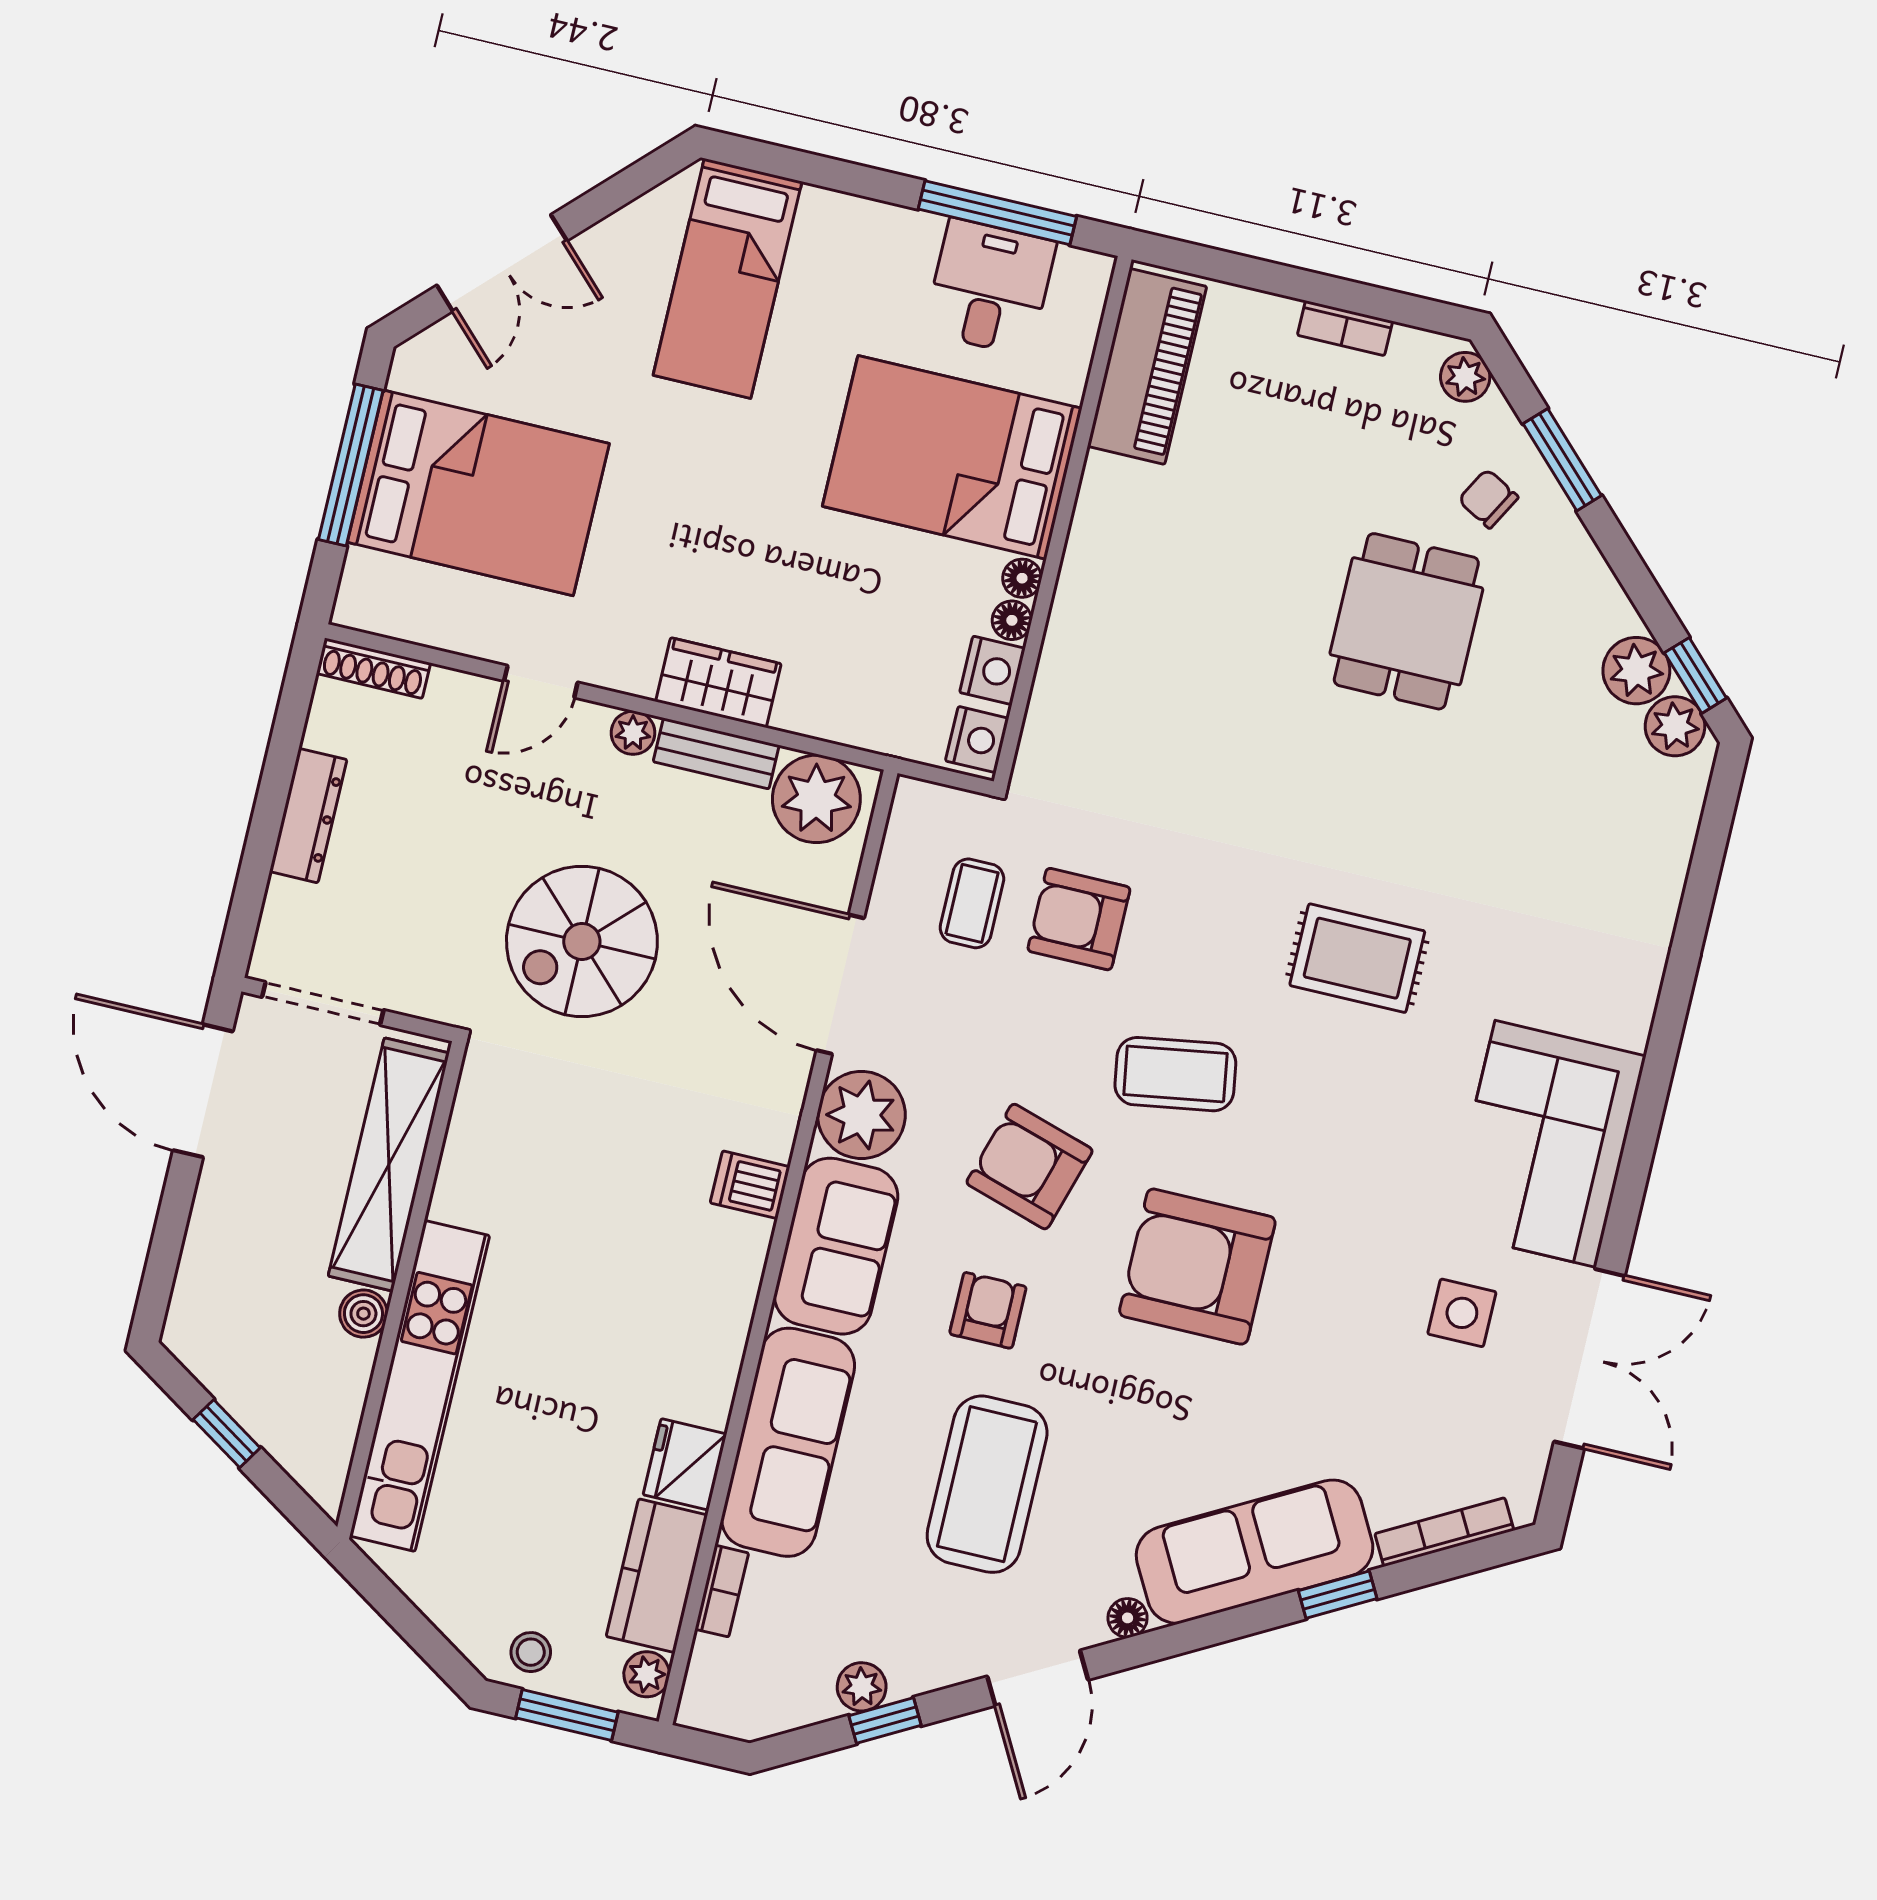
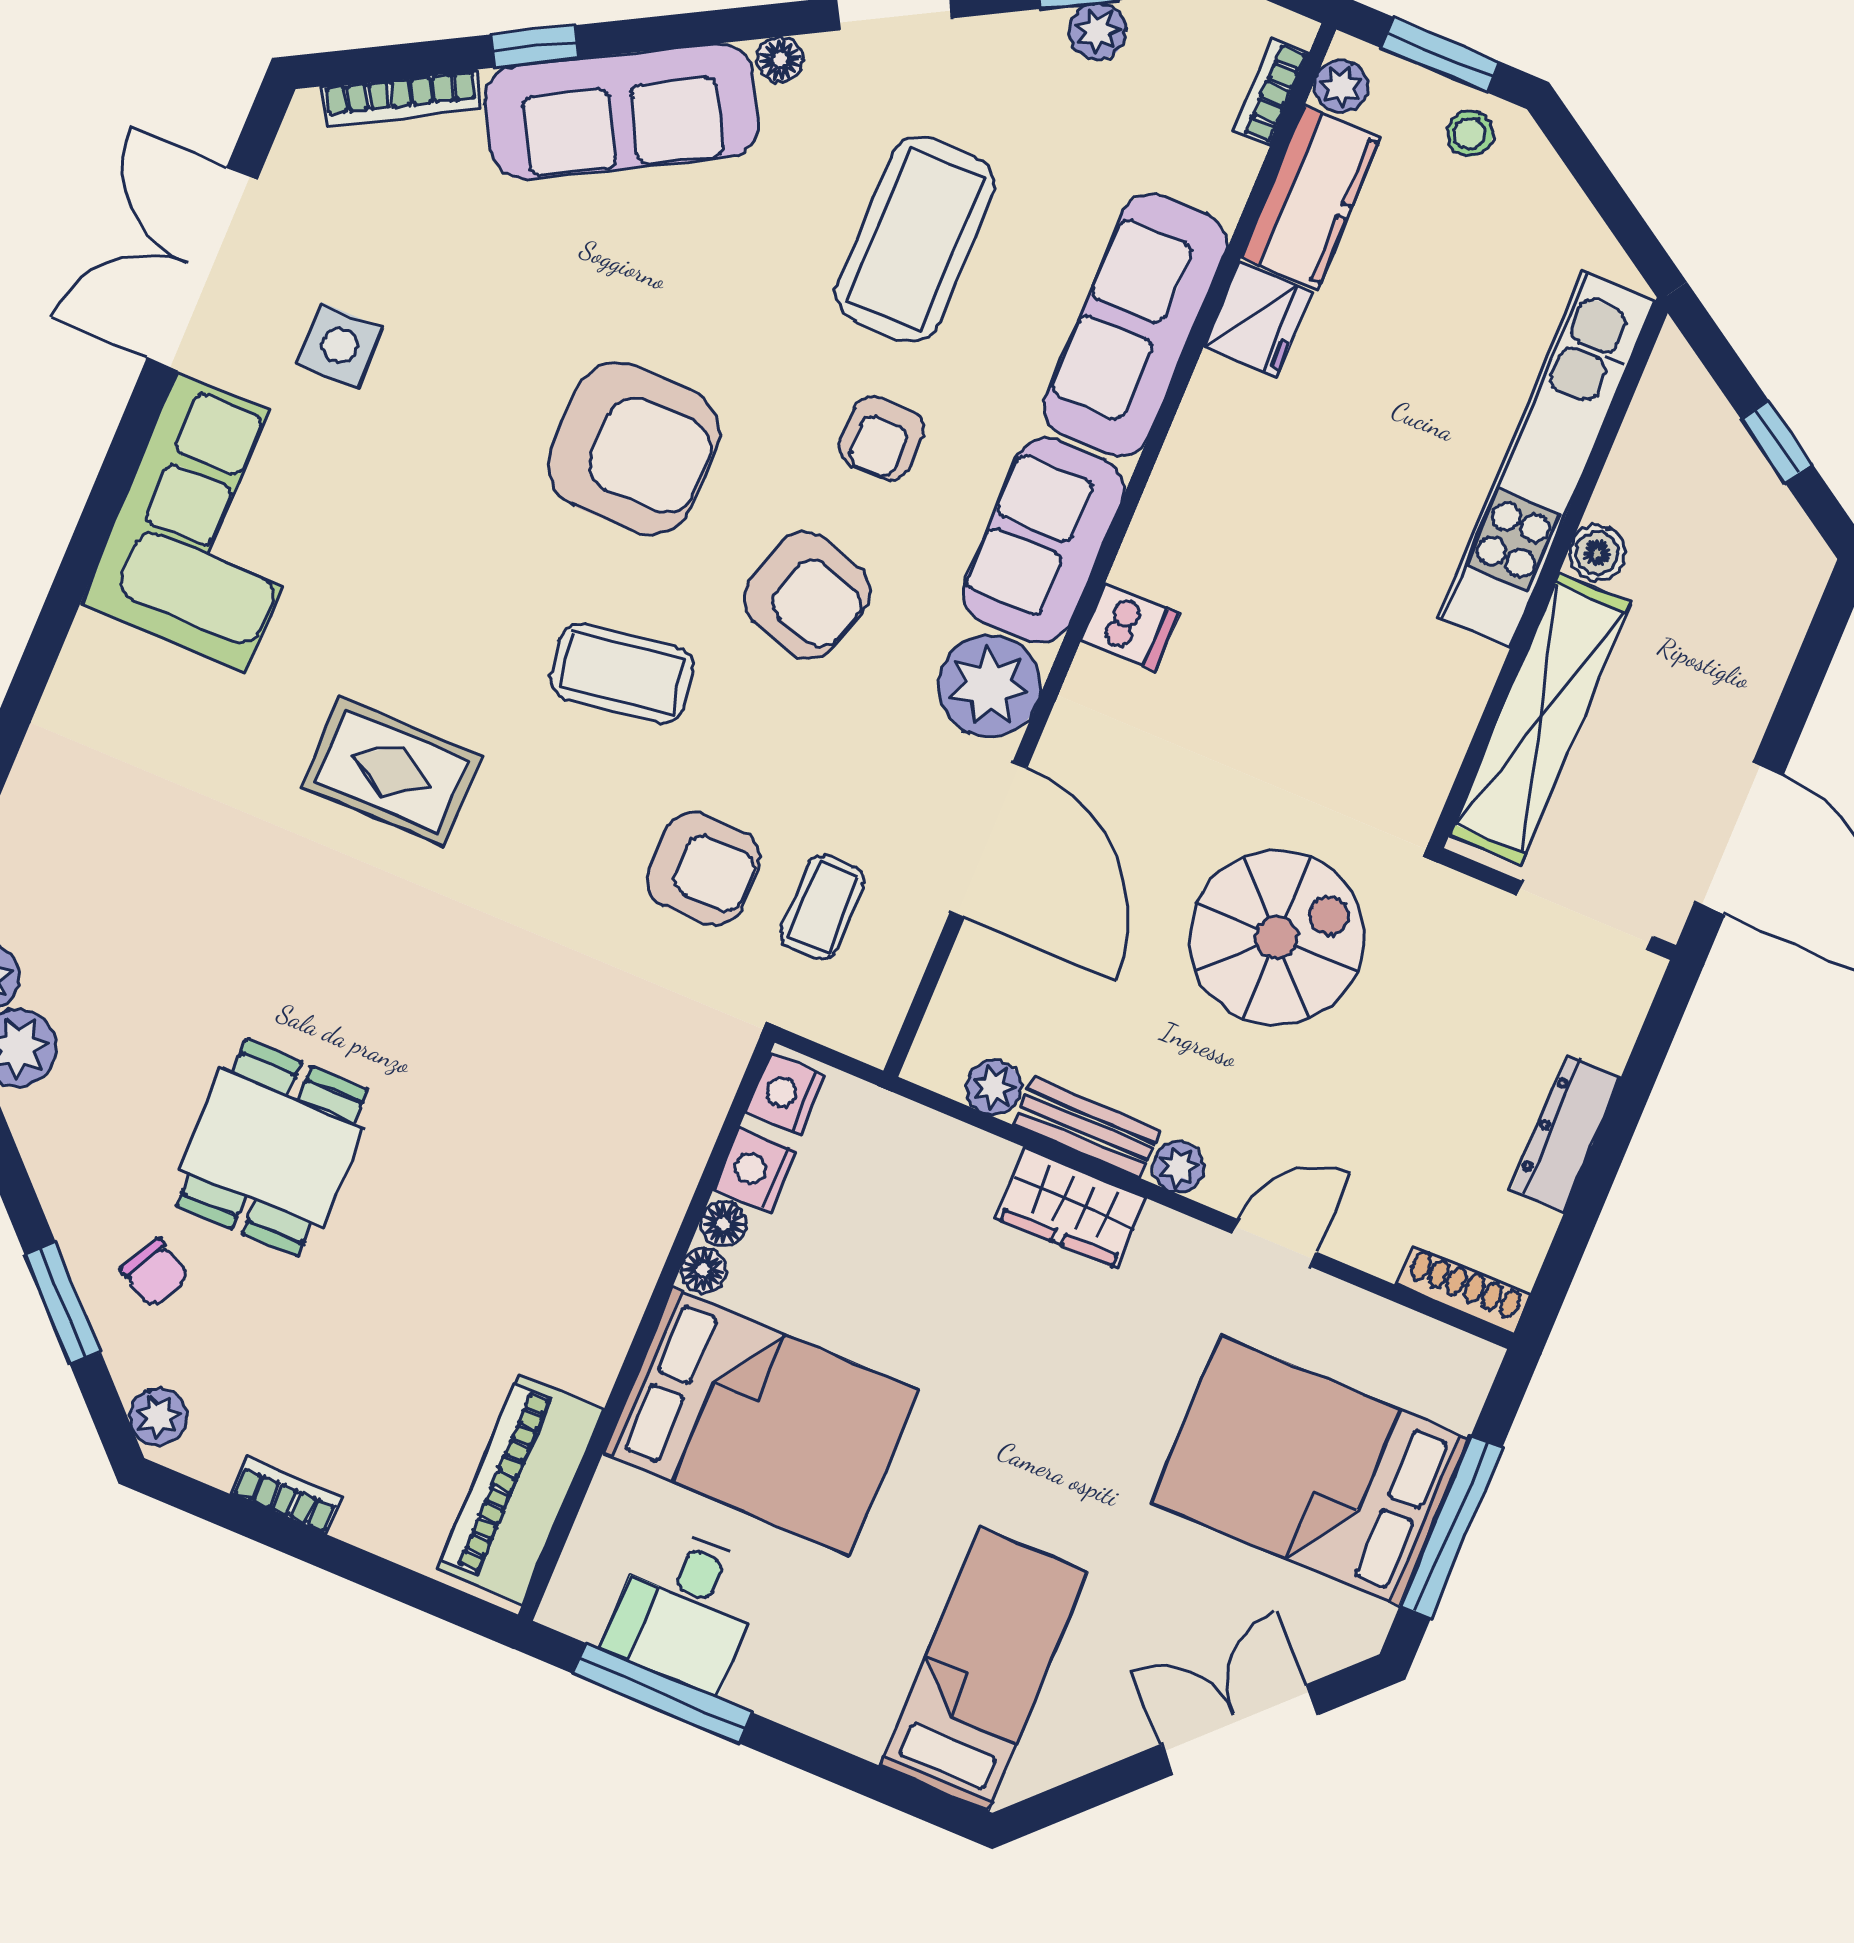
plant: (816, 799) -> (994, 1087), width x0.53, depth x0.53
bookcase: (722, 1591) -> (1271, 92), moved

